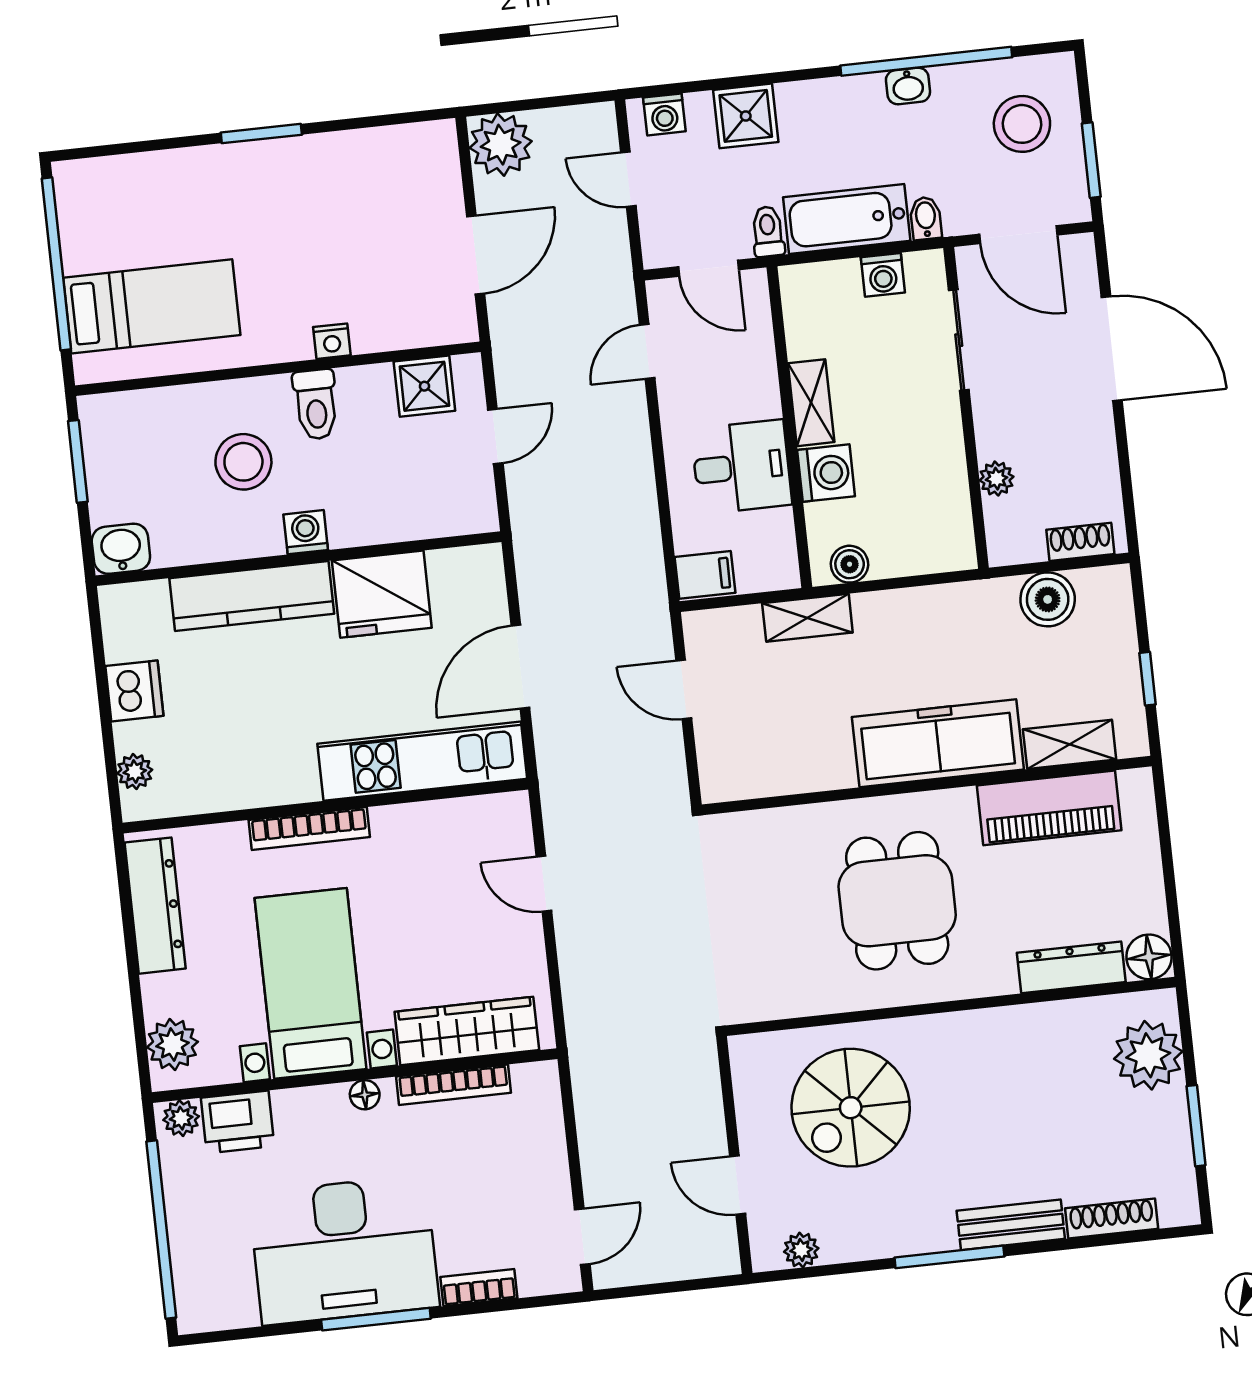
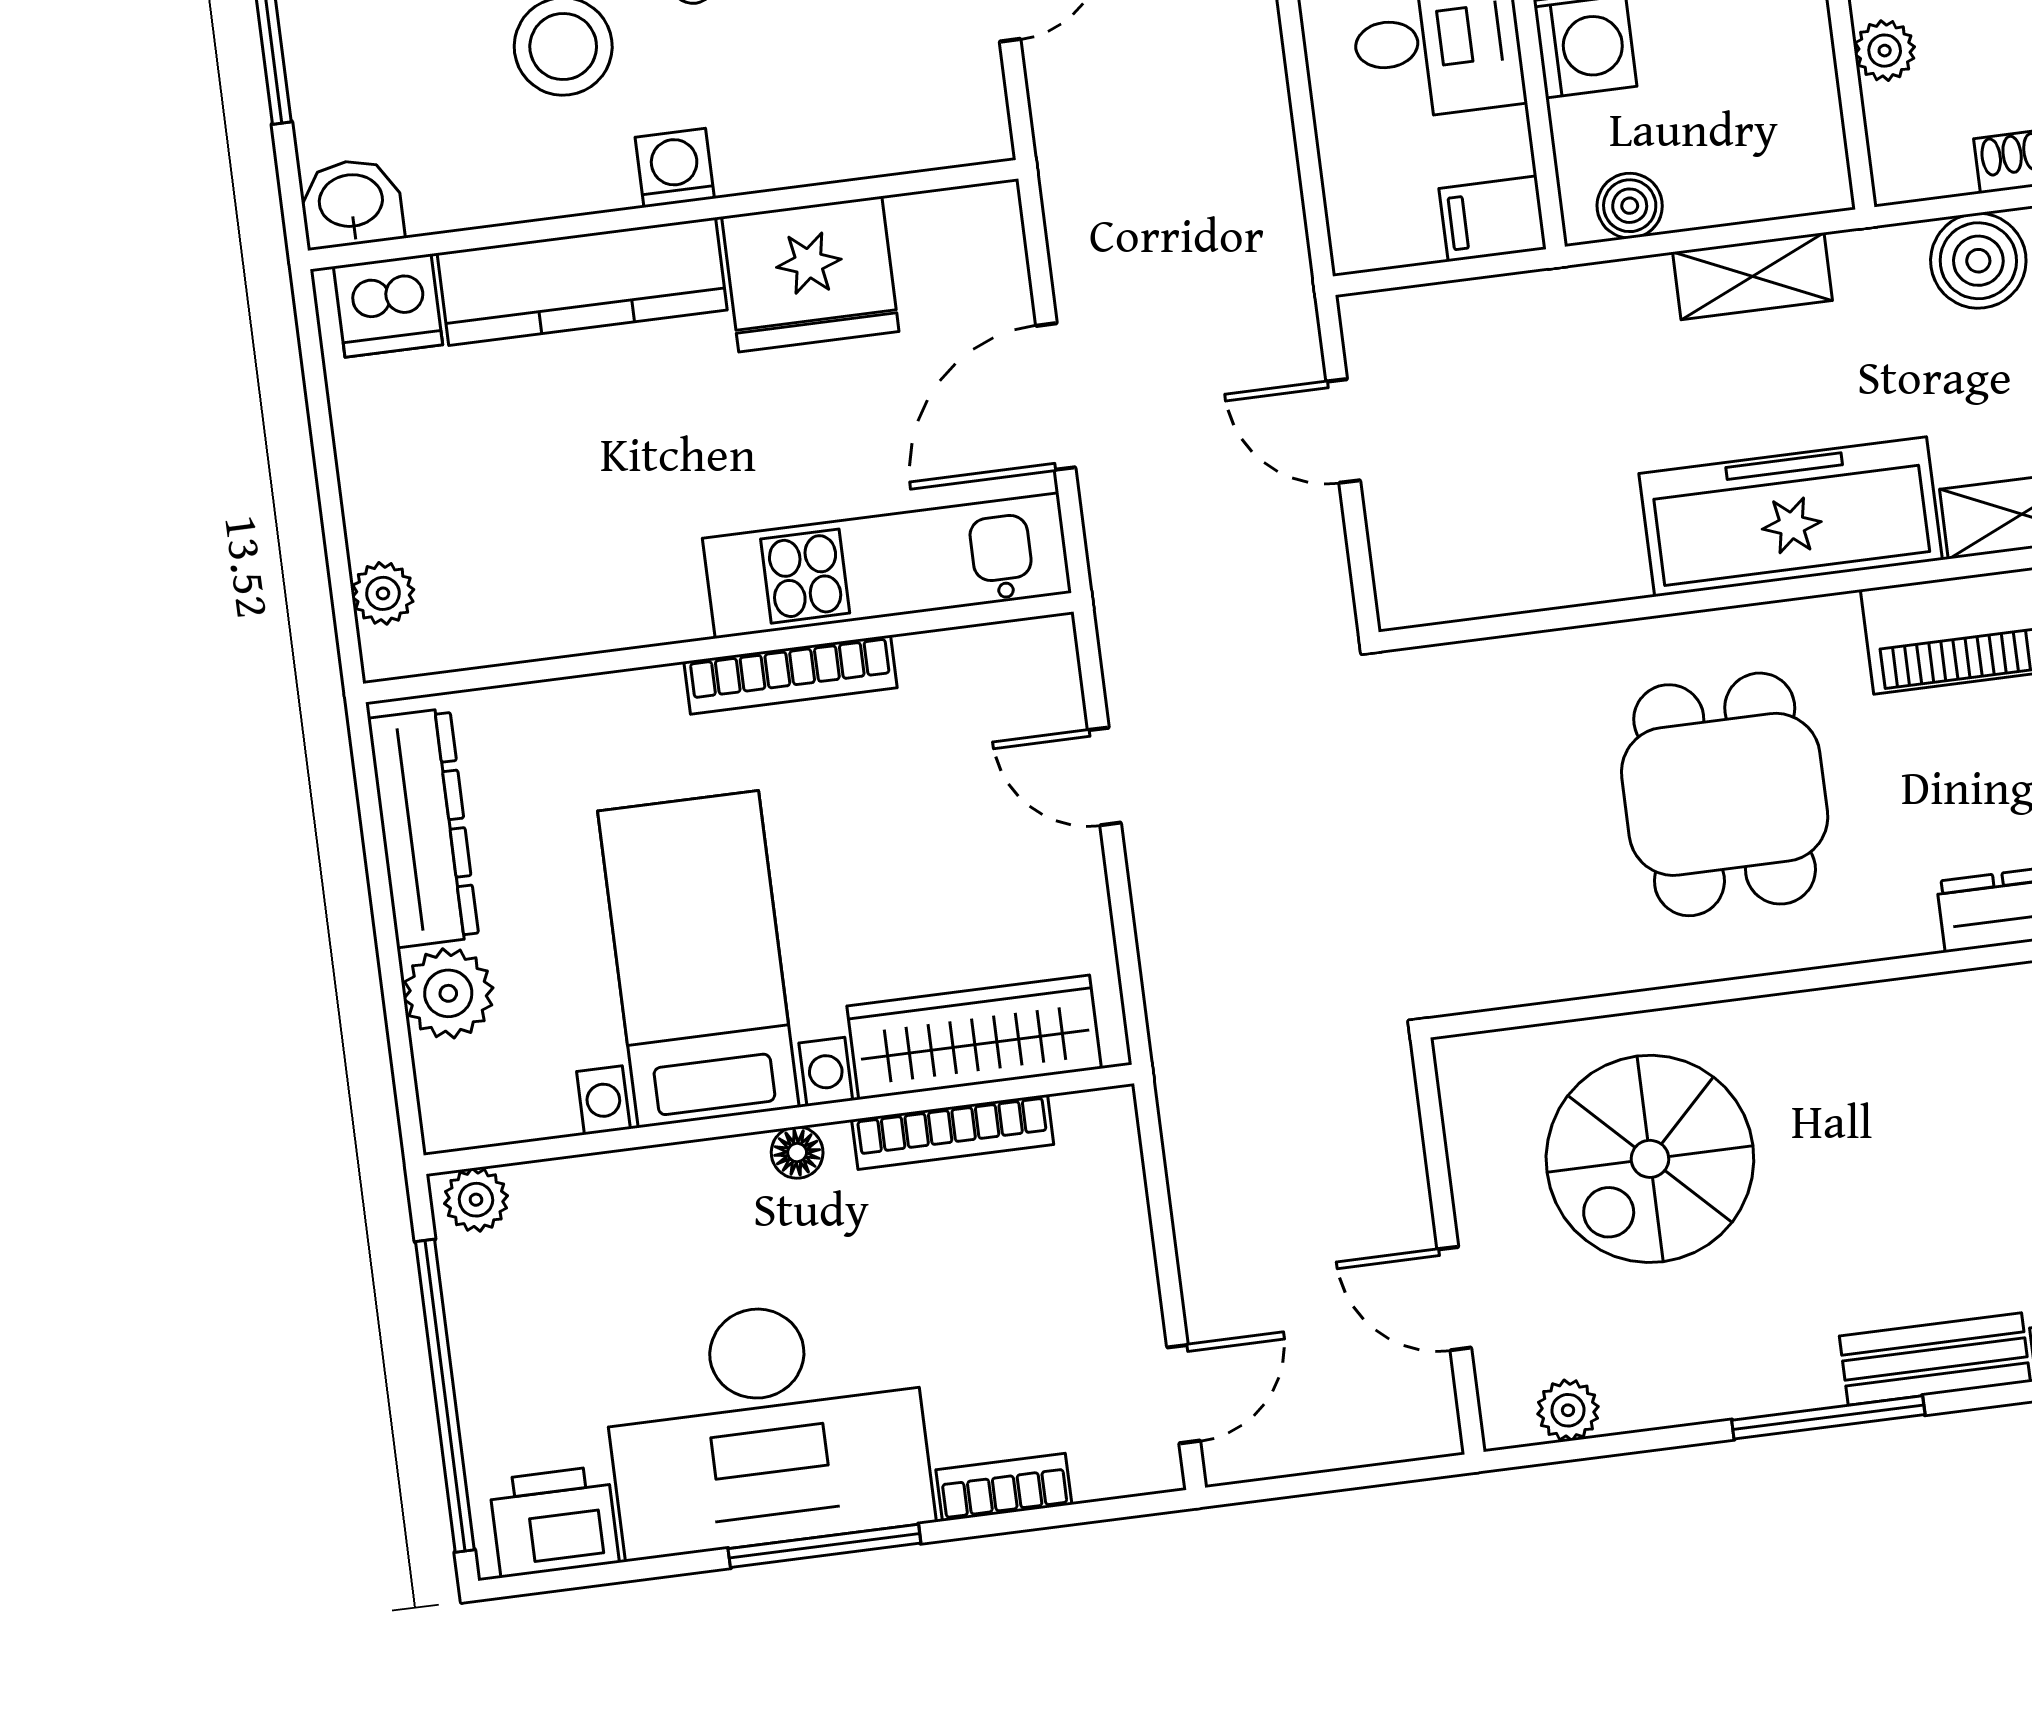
filing cabinet: (705, 575) -> (1493, 219), moved, turned 180
shelving: (807, 618) -> (1753, 276), moved
dishwasher: (134, 691) -> (388, 306), moved, turned 90
bookcase: (309, 829) -> (791, 675), moved
plant: (172, 1044) -> (448, 993), moved
printer: (238, 1122) -> (554, 1521), moved, turned 180

